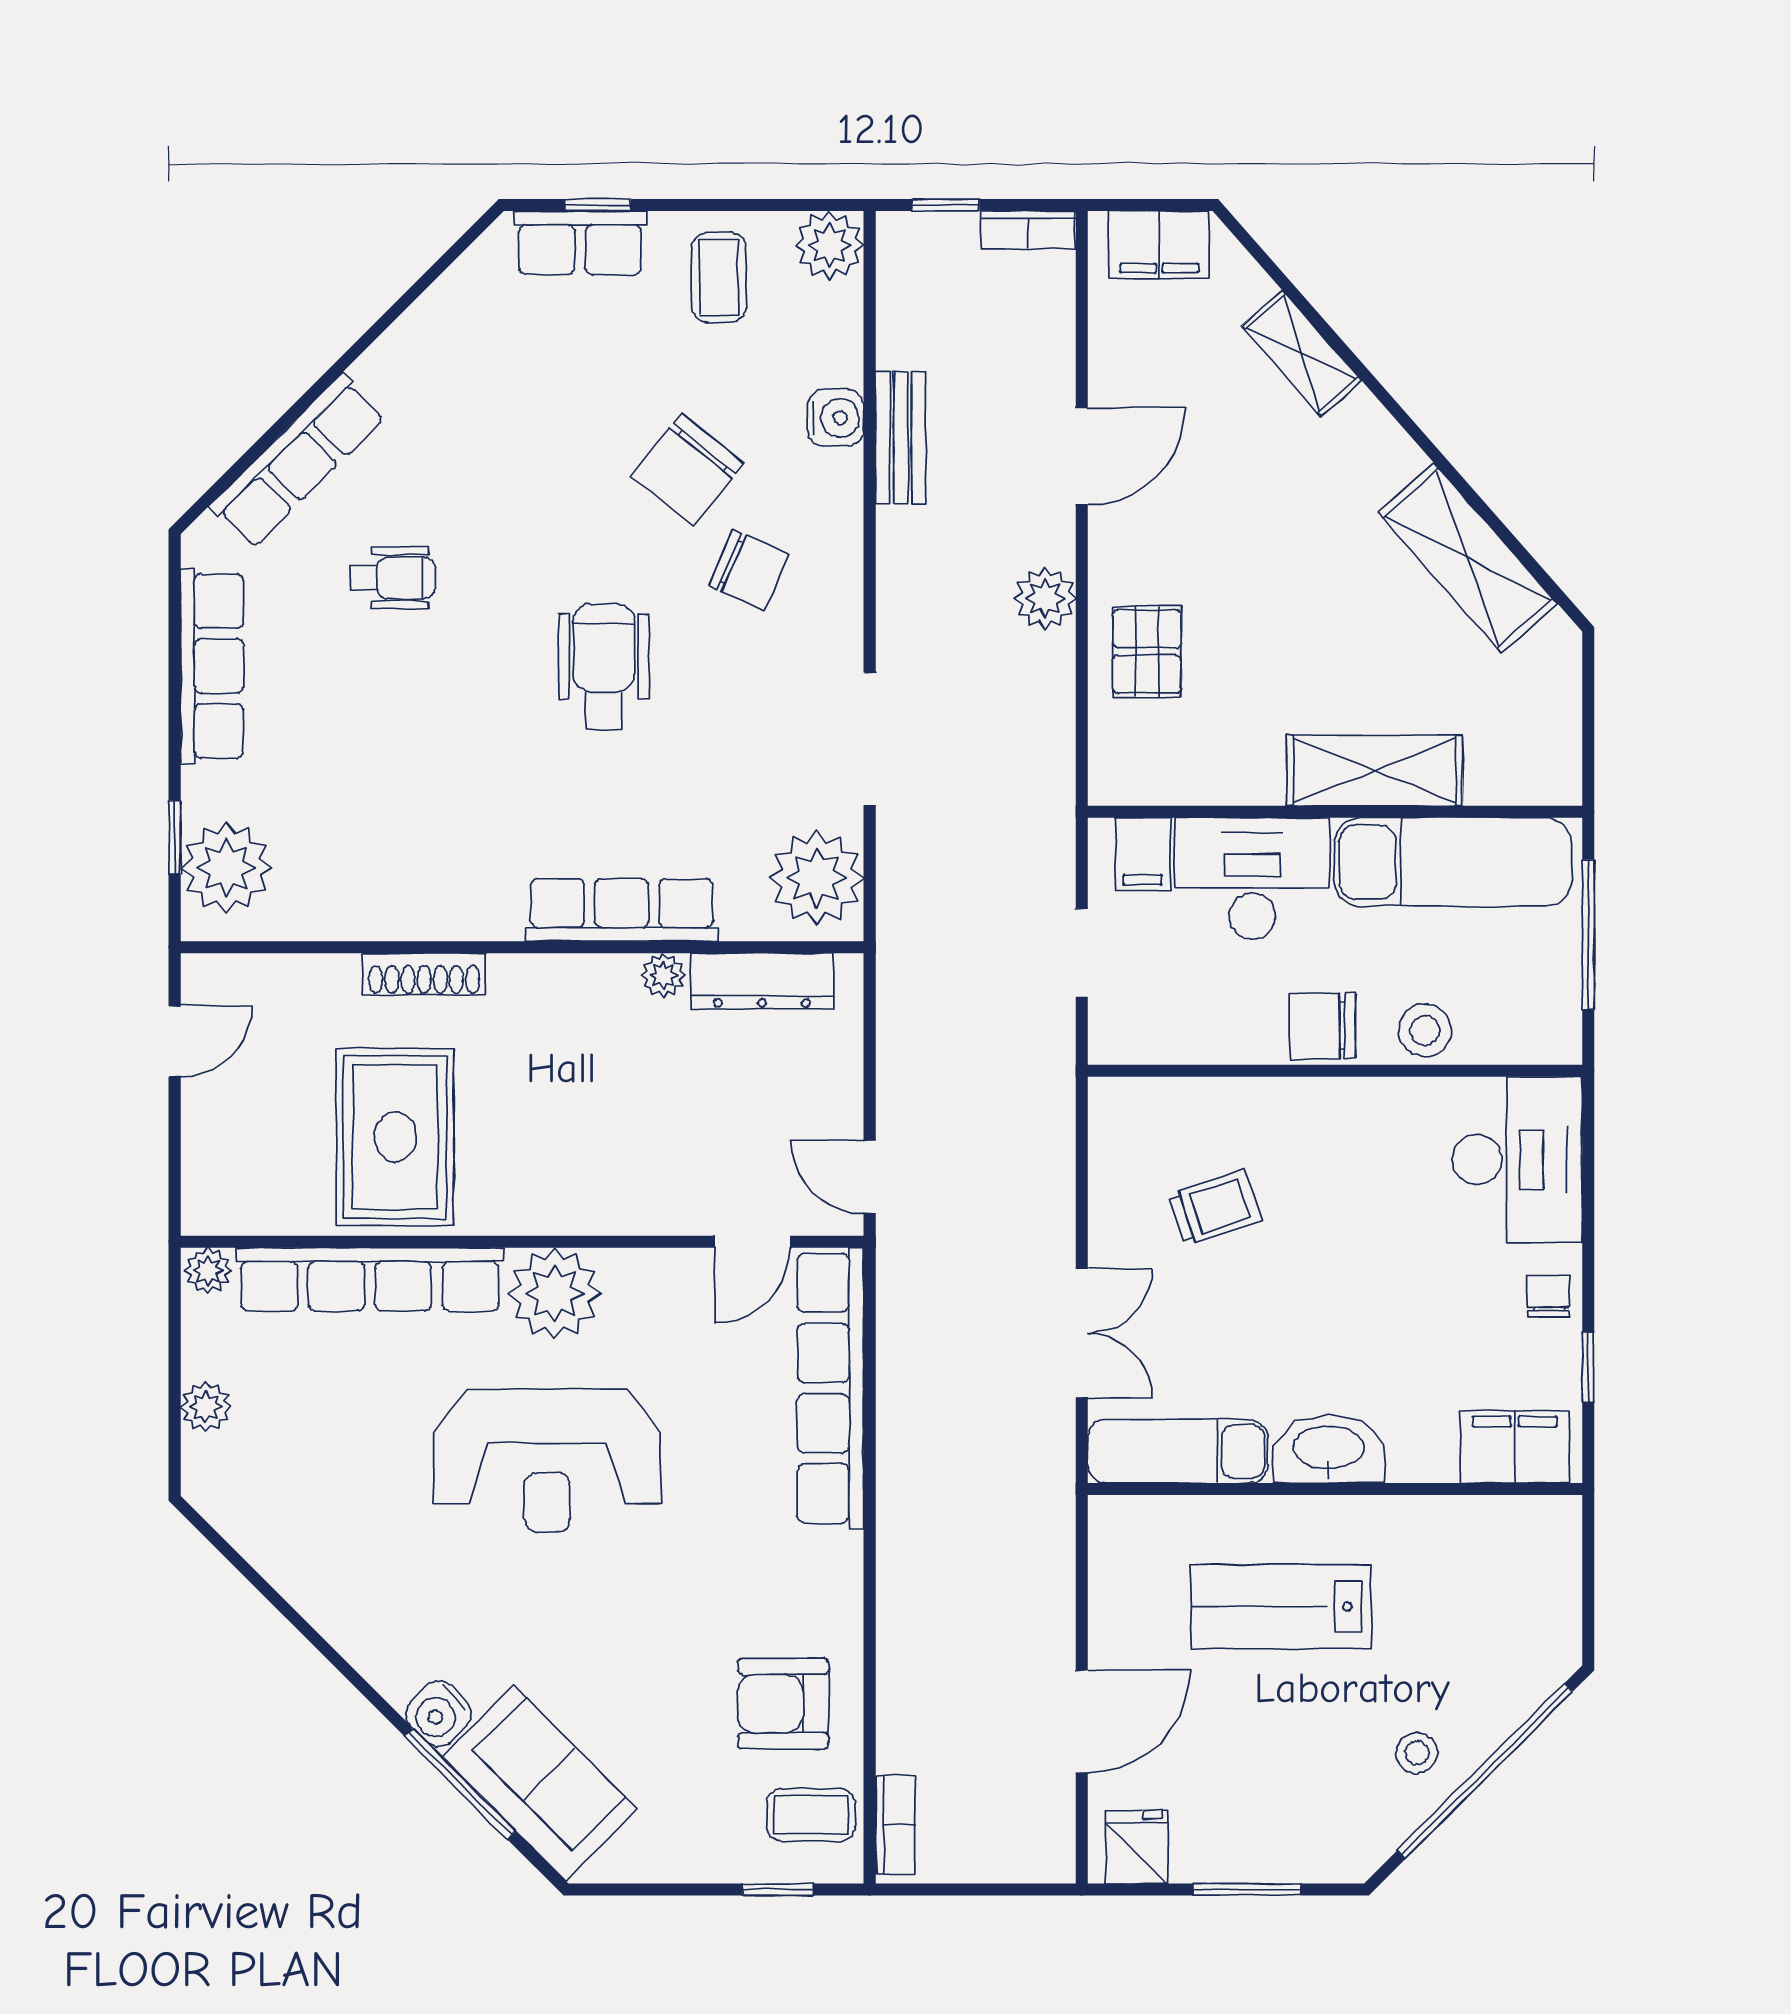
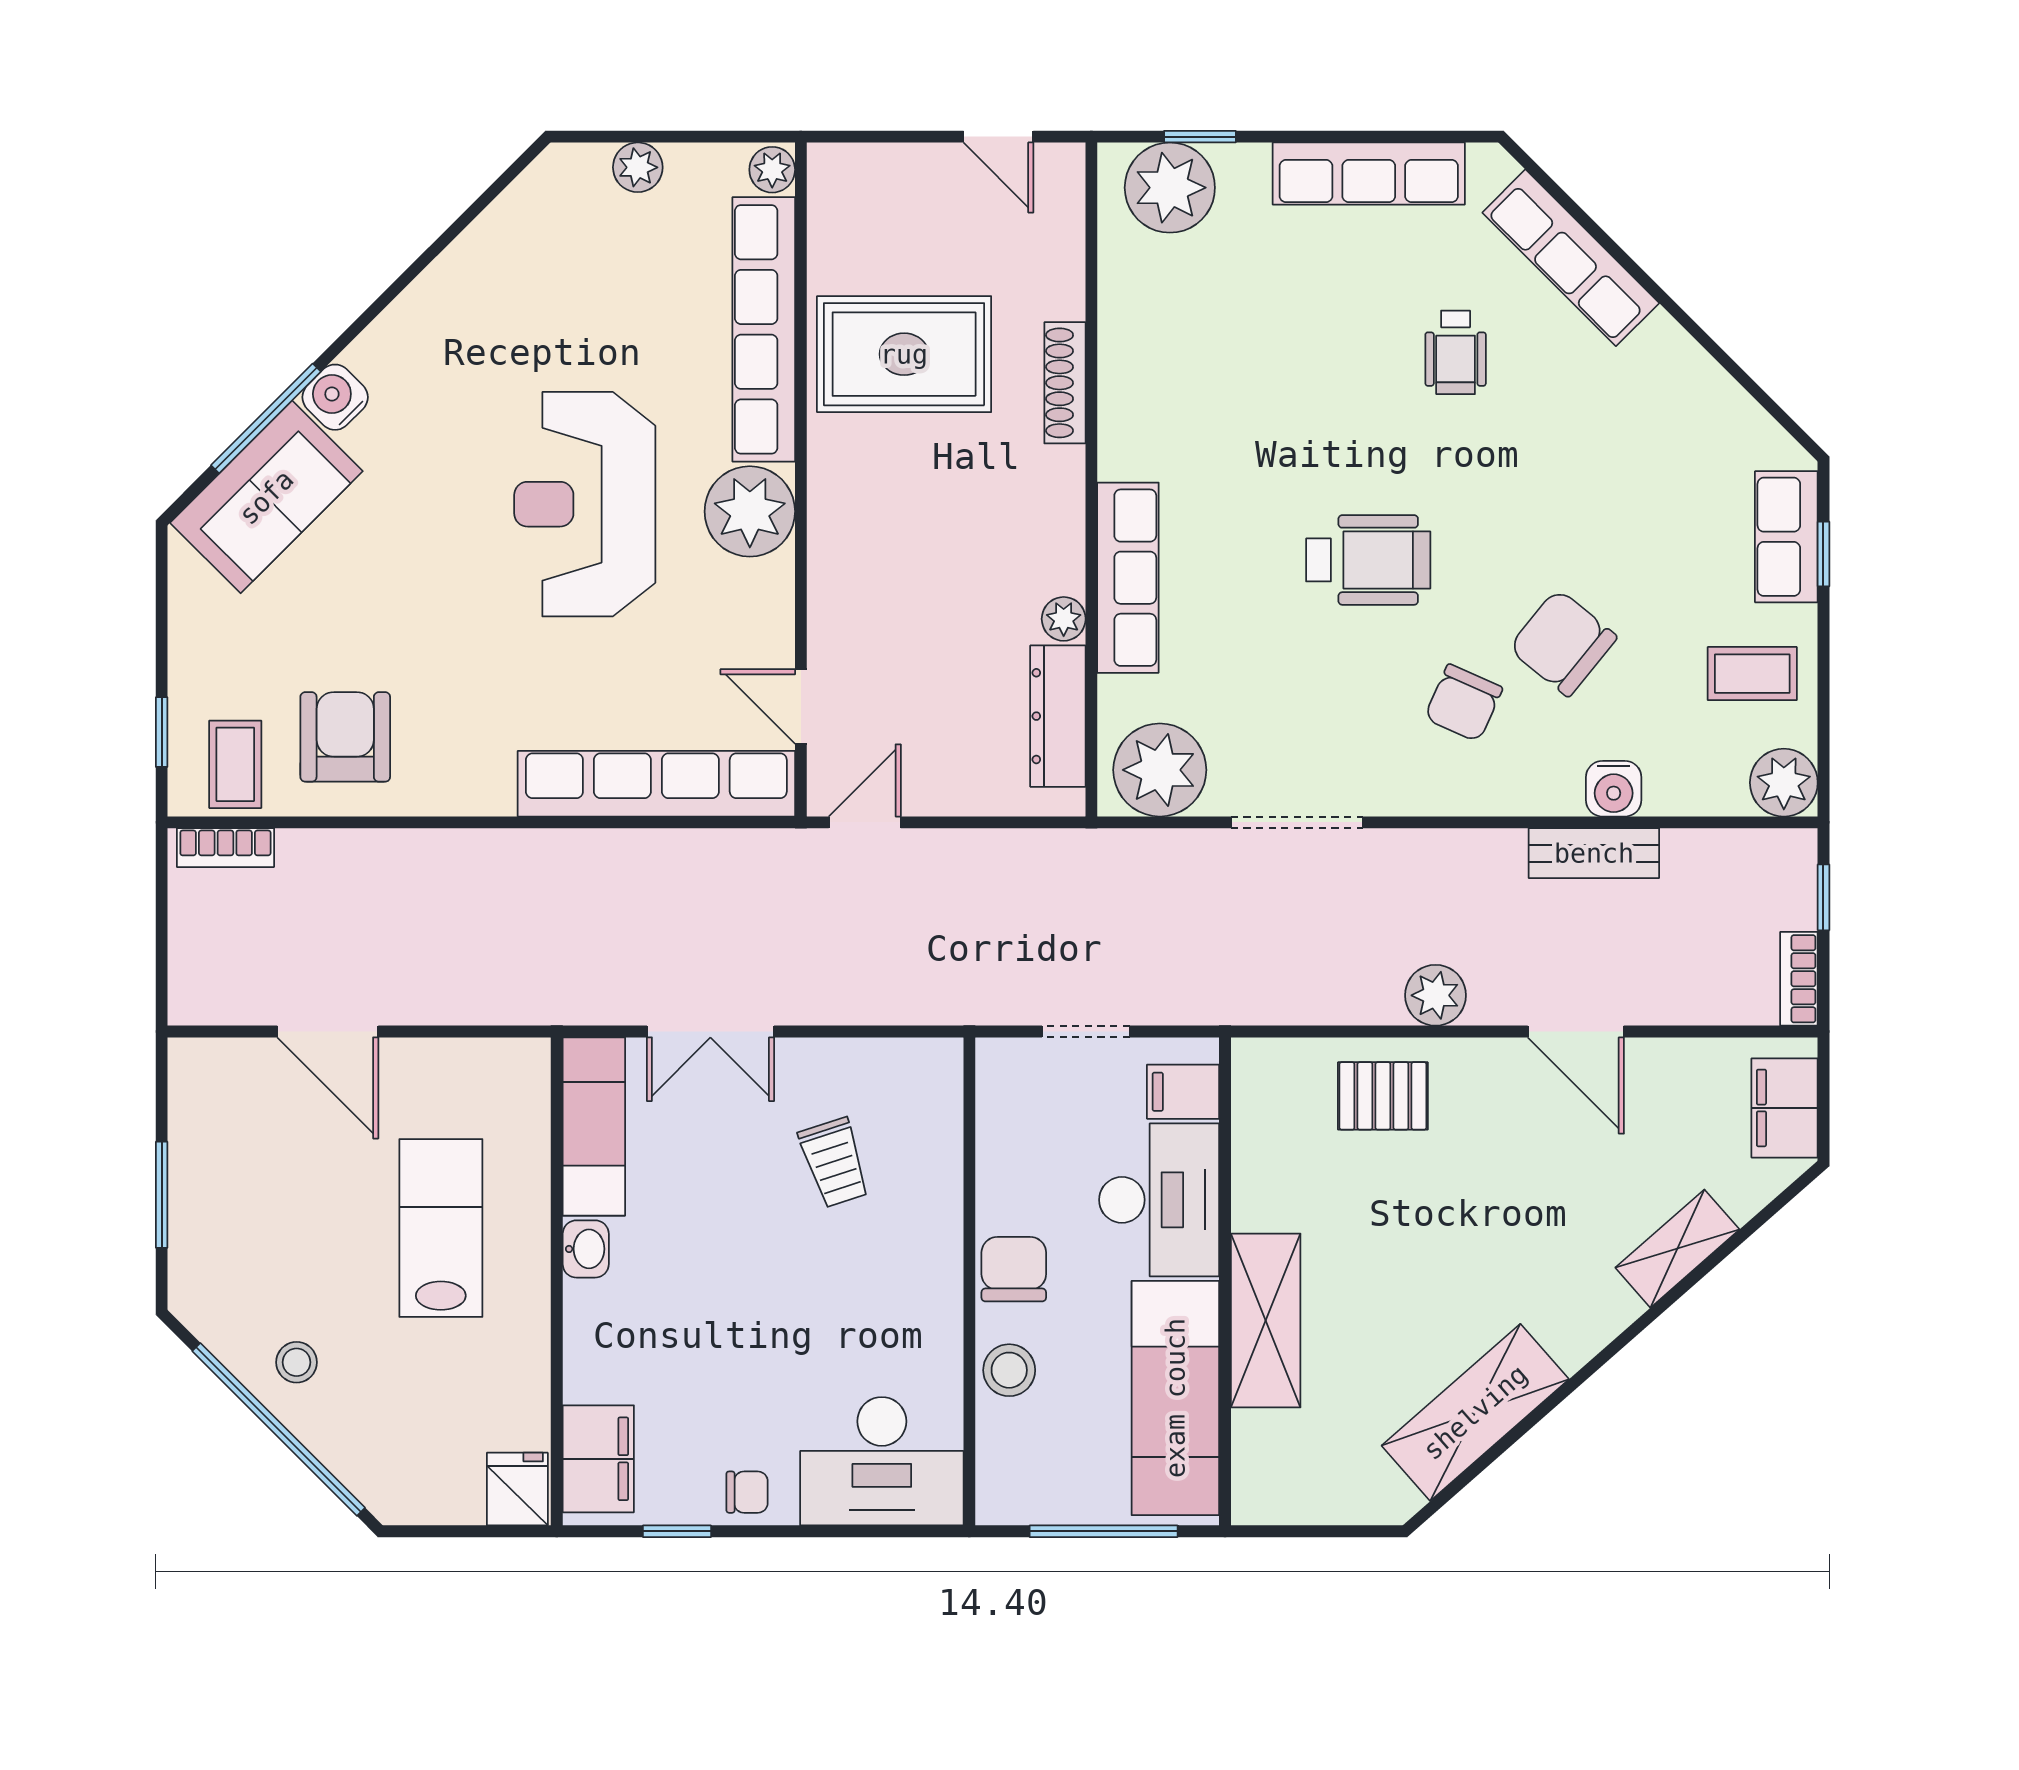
washbasin: (1329, 1449) -> (586, 1249), width x0.52, depth x0.69
fridge: (1136, 1847) -> (517, 1489), moved, turned -90

